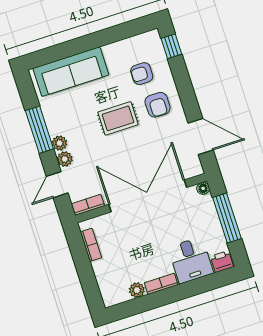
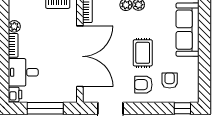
floor lamp: (203, 188) -> (72, 98), removed

